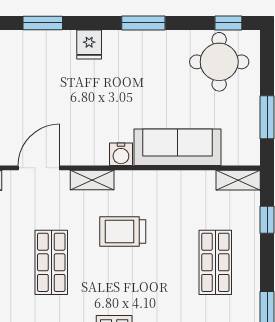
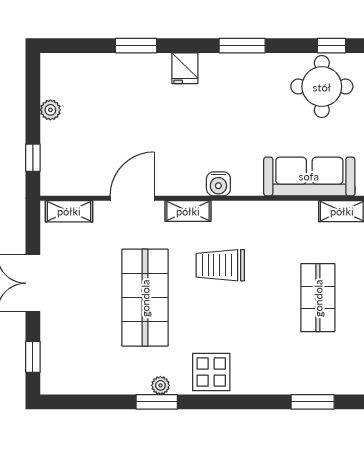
sofa: (178, 147) -> (309, 176), moved
shop shelf: (51, 262) -> (145, 298), width x1.43, depth x1.36

